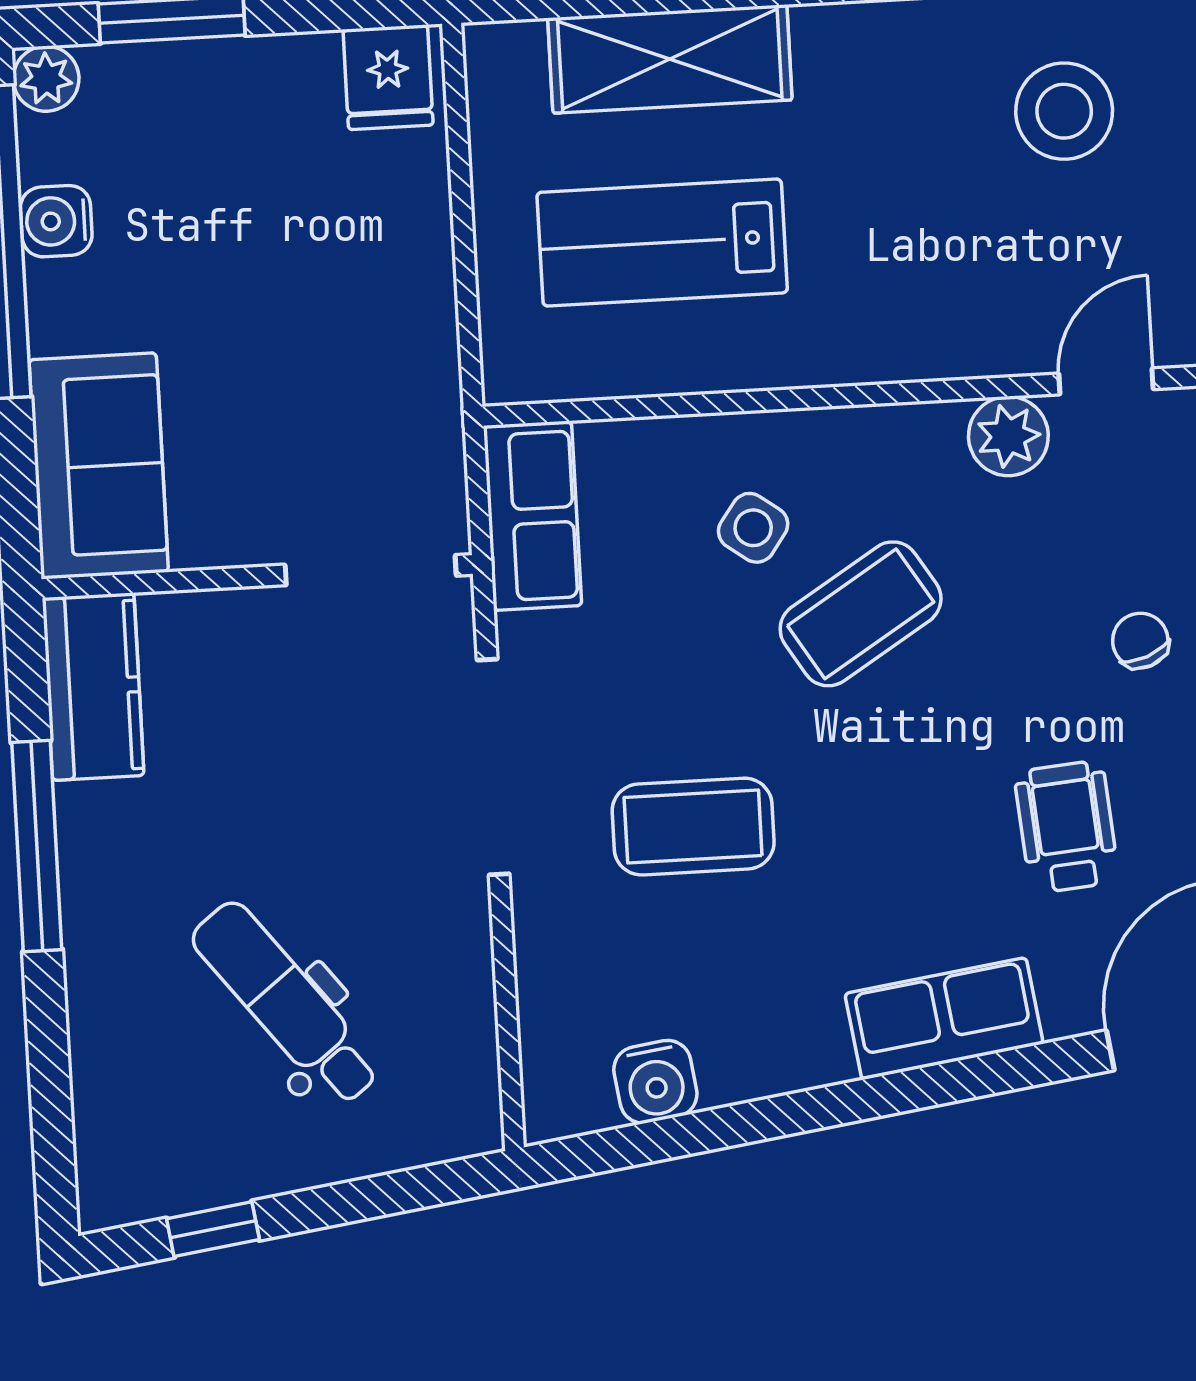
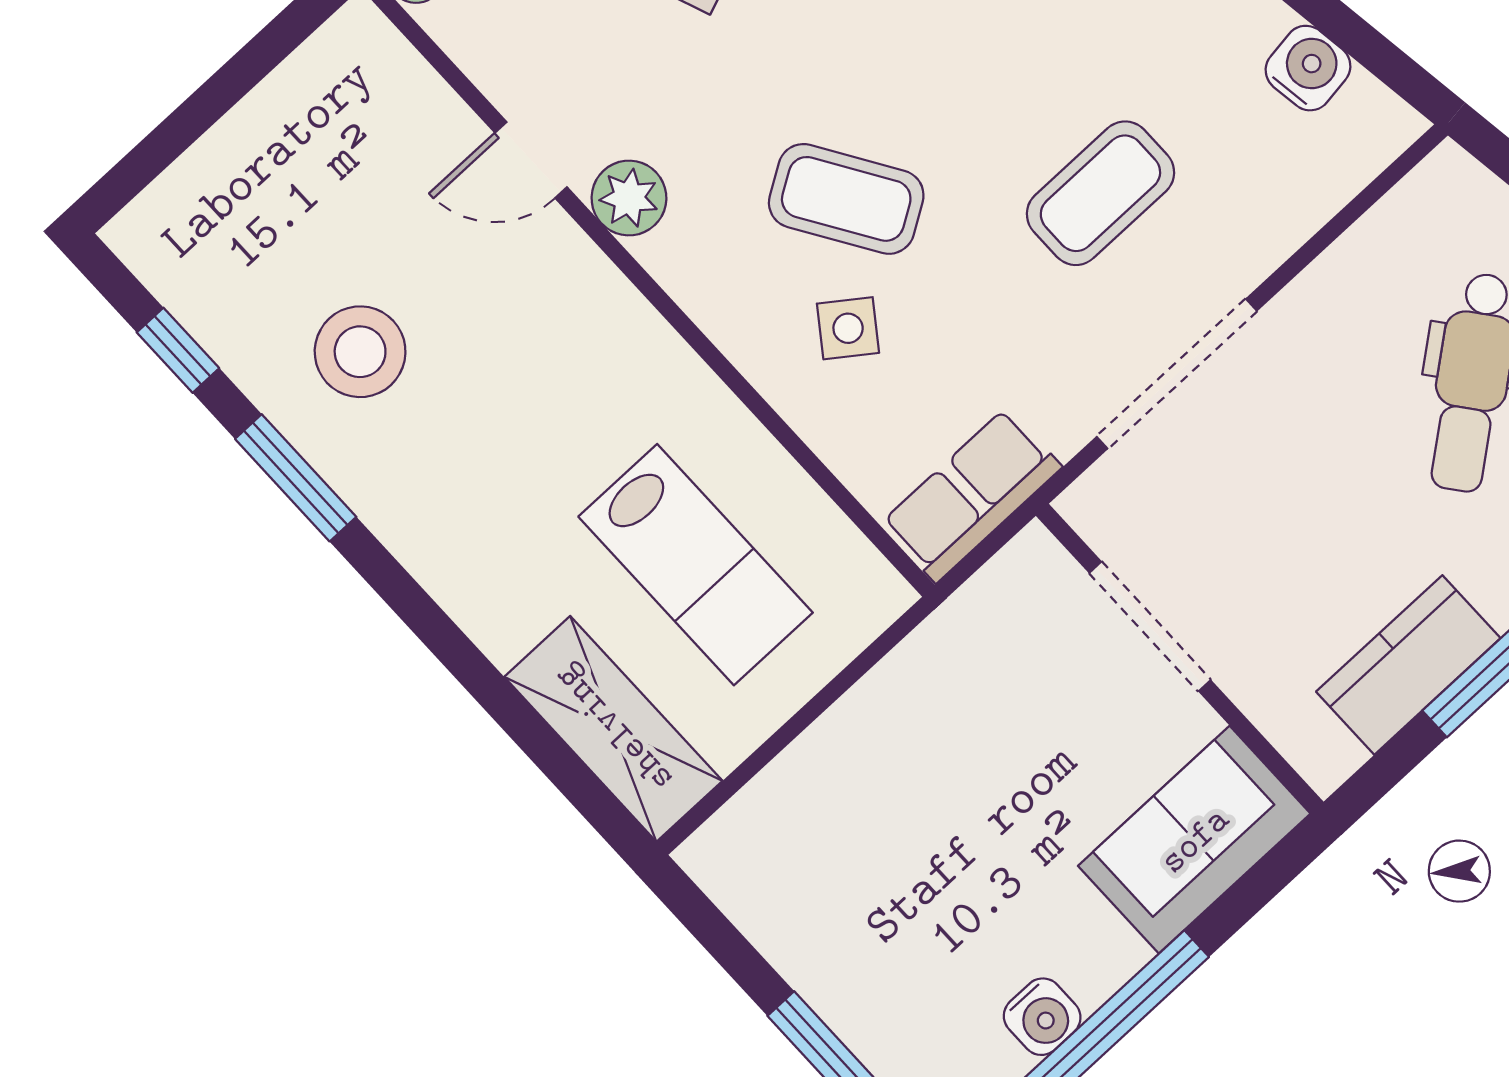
shelving: (670, 59) -> (613, 729), moved
fridge: (388, 77) -> (740, 862), removed
doorway: (371, 570) -> (1150, 626), moved
kitchen counter: (93, 687) -> (1408, 665), moved
coffee table: (693, 827) -> (1100, 193), turned 90

